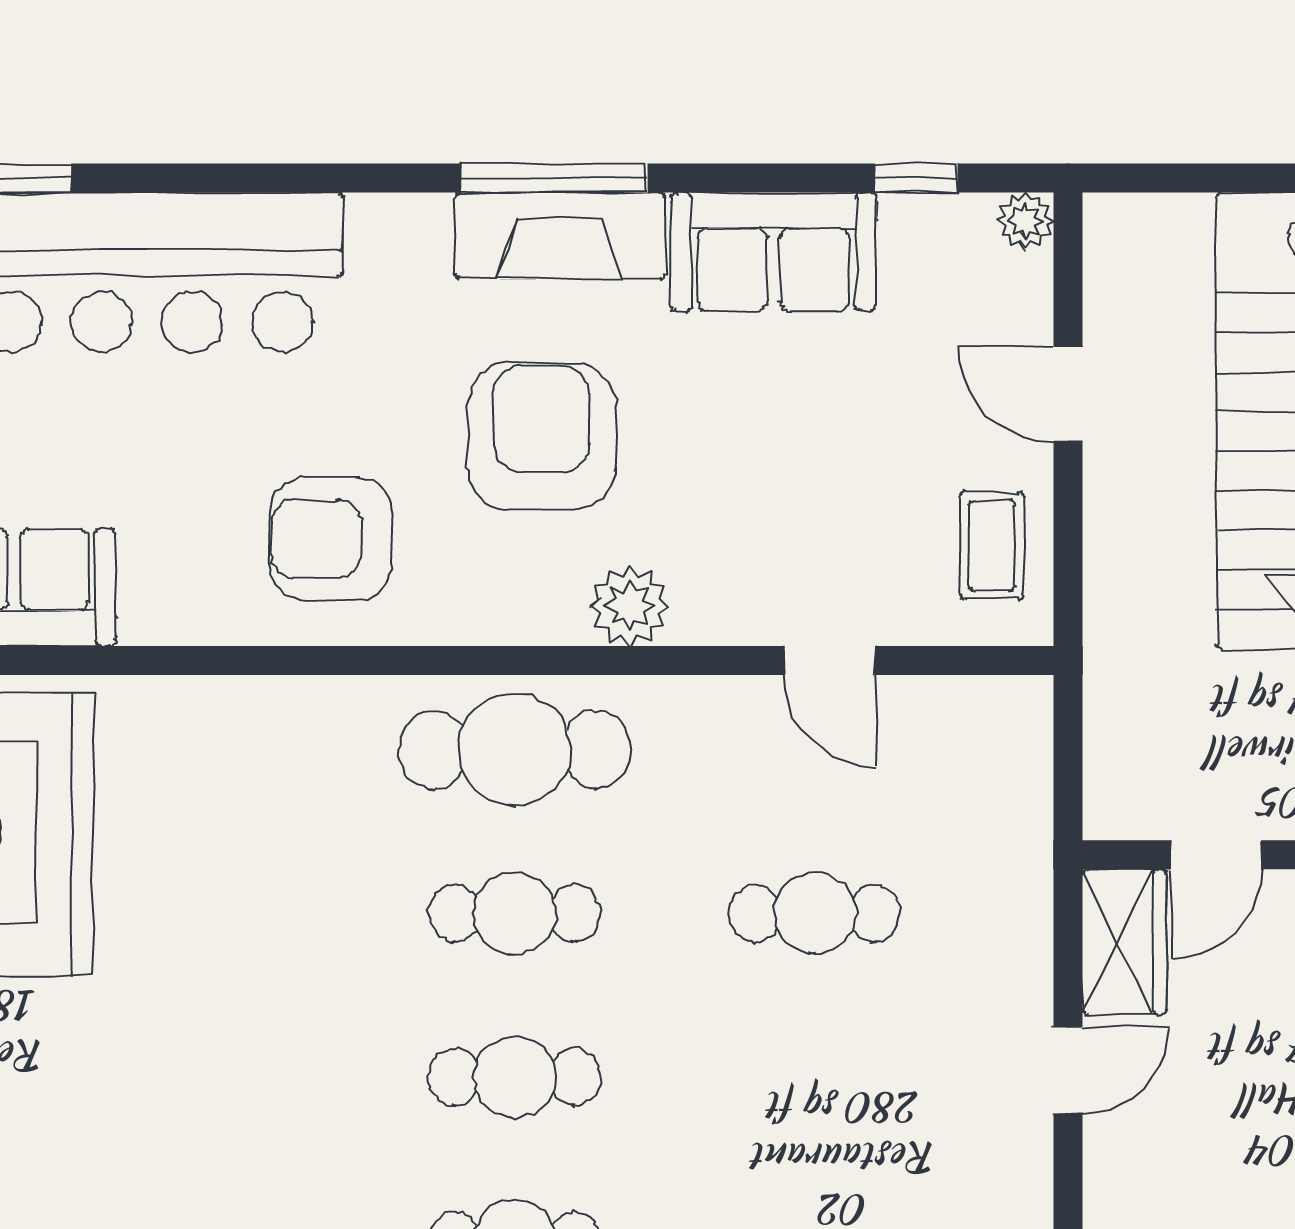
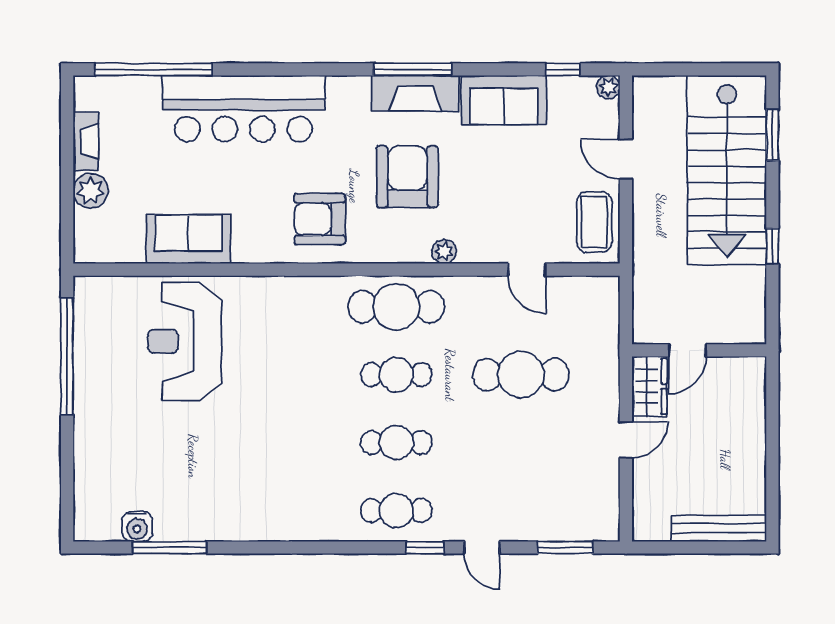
coffee table: (992, 546) -> (594, 222), width x1.36, depth x1.30
plant: (630, 606) -> (444, 252), width x0.73, depth x0.73
cafe table: (815, 913) -> (521, 375), width x1.37, depth x1.35

